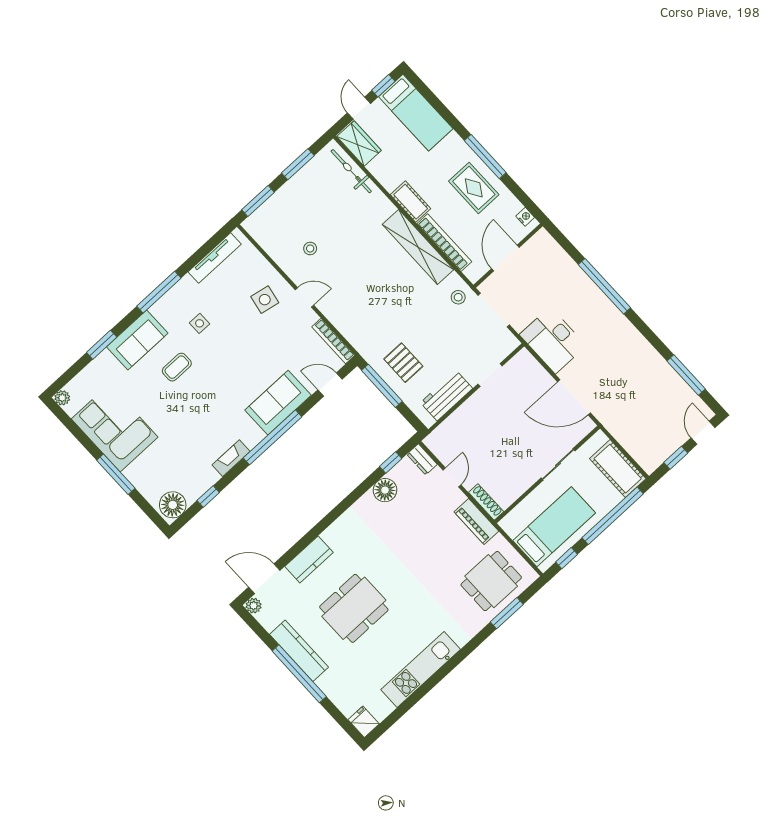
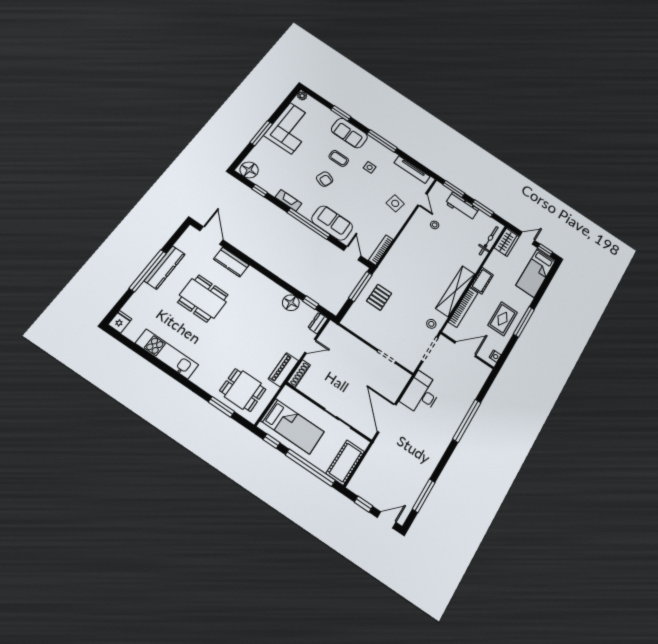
door: (304, 297) -> (422, 199), moved
workbench: (446, 395) -> (462, 206), moved, turned 180
armchair: (207, 397) -> (325, 179), added
plant: (254, 606) -> (191, 232), removed

